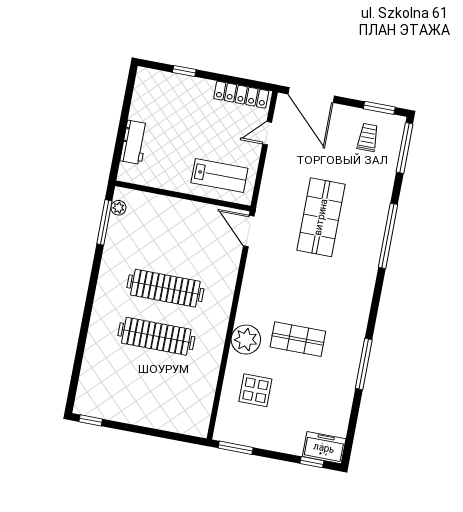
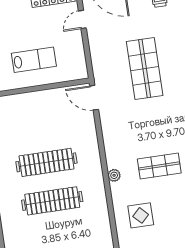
lab bench: (219, 176) -> (34, 60), moved
plant: (246, 340) -> (114, 175), width x0.53, depth x0.53

